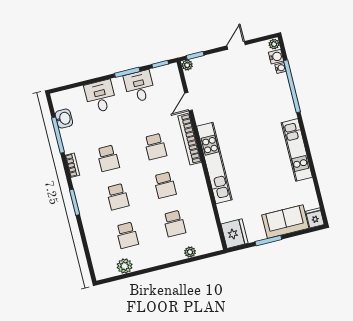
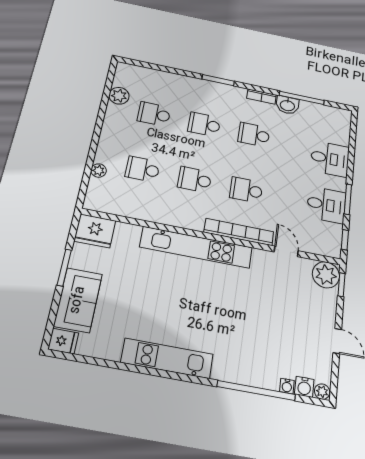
plant: (187, 65) -> (326, 275), width x1.88, depth x1.88
washbasin: (64, 119) -> (287, 105), moved

